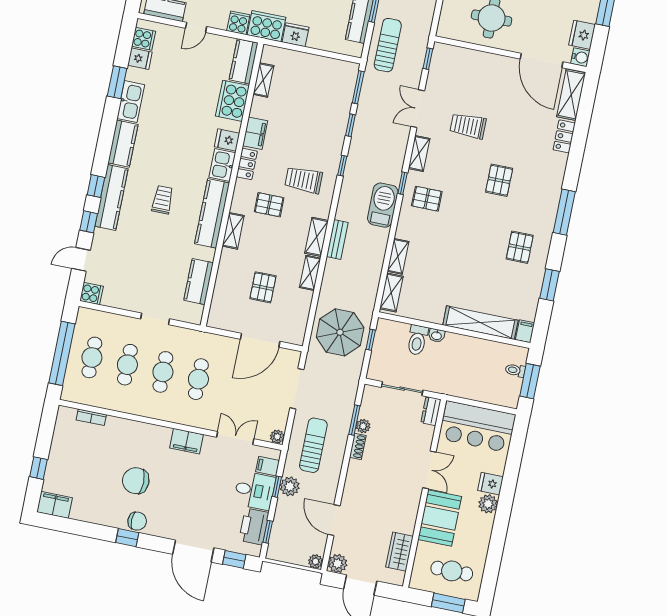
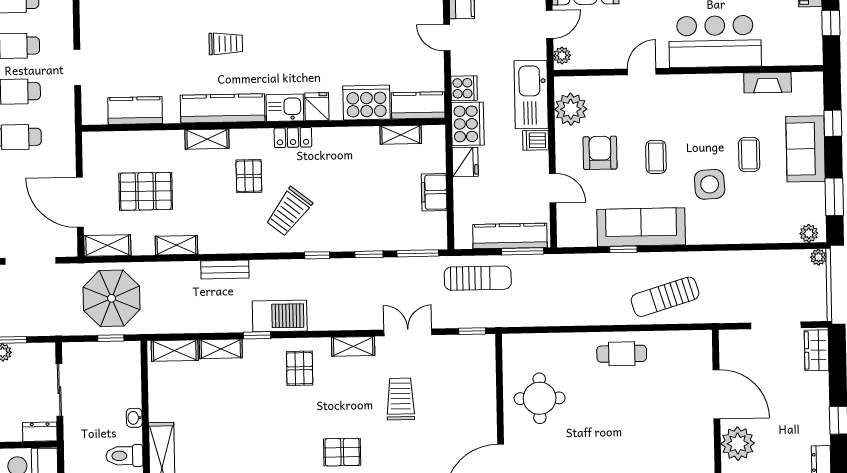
filing cabinet: (255, 133) -> (434, 192), moved, turned 90
trolley: (304, 180) -> (289, 212), turned -142
window: (403, 183) -> (257, 335), moved
shelving: (317, 237) -> (107, 246), moved
pallet: (263, 287) -> (146, 191), width x1.50, depth x1.42
toilet: (417, 340) -> (124, 456), moved

